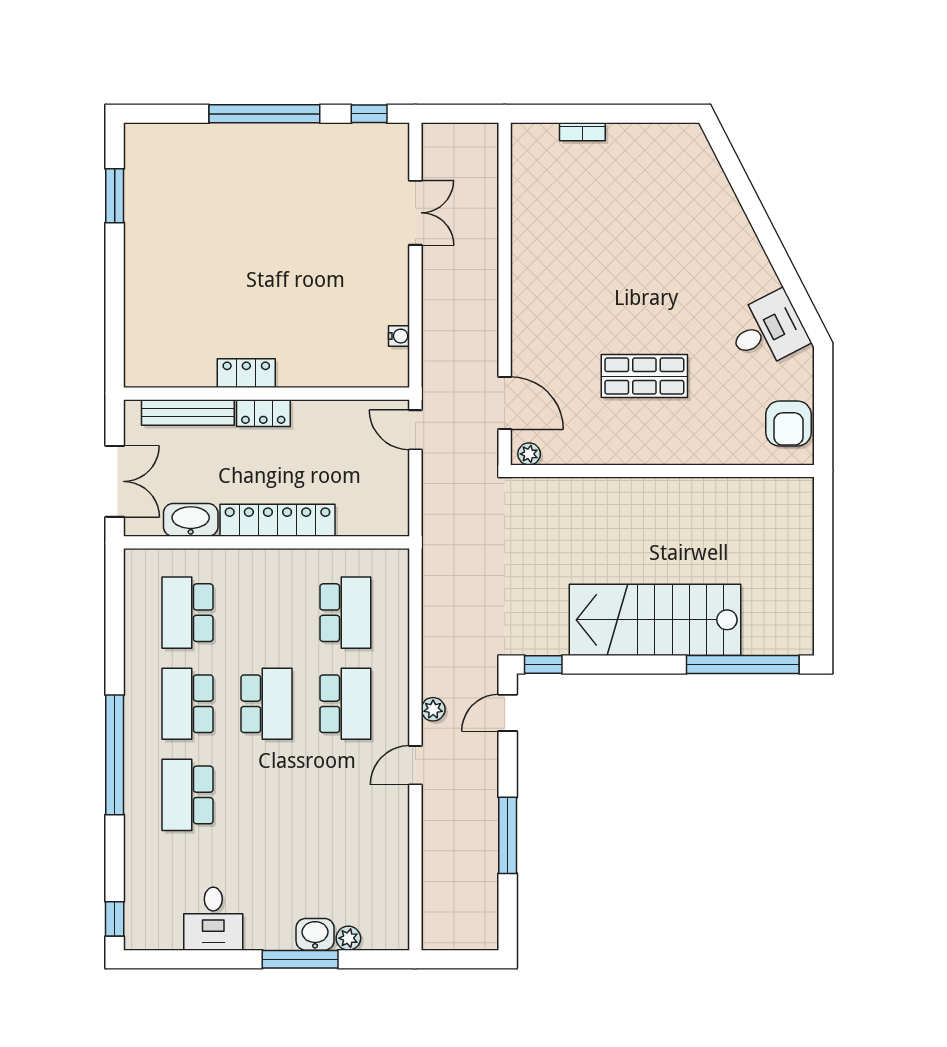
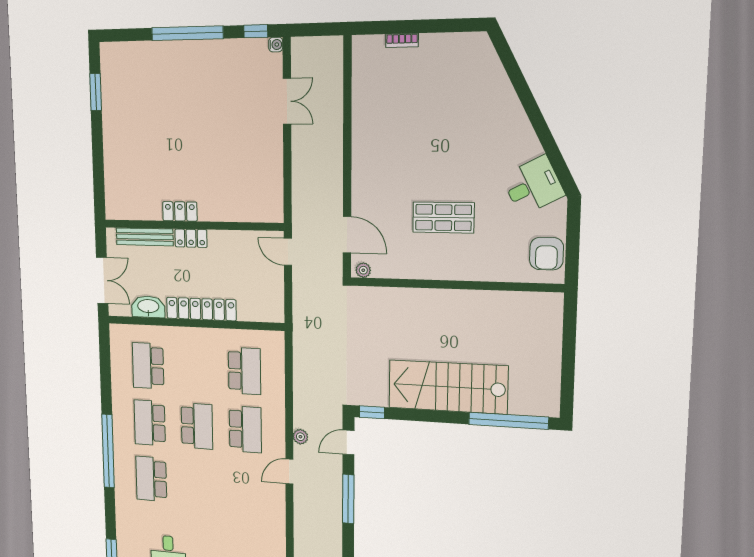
water cooler: (399, 336) -> (276, 45), moved
window: (508, 835) -> (348, 499), moved

